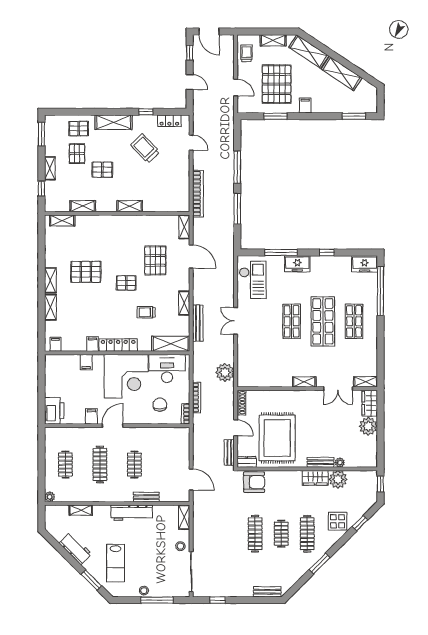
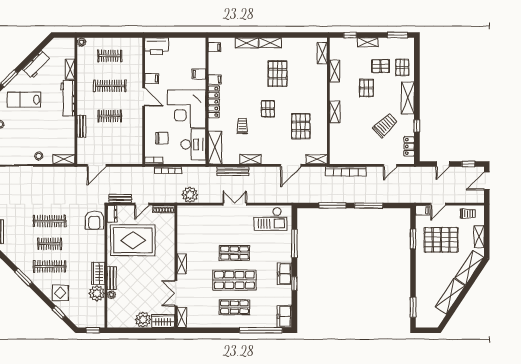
filing cabinet: (305, 106) -> (422, 210), moved
pallet: (155, 260) -> (301, 126), moved, turned 90
freezer: (297, 264) -> (285, 274), moved
workbench: (132, 513) -> (68, 98), moved

